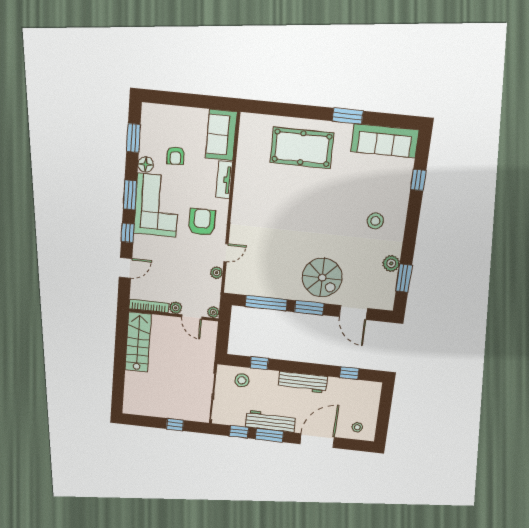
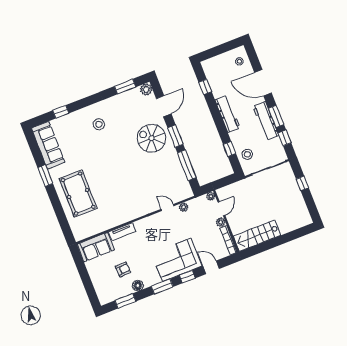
corner sofa: (157, 205) -> (177, 260), moved
armchair: (202, 222) -> (156, 233), removed
plant: (391, 263) -> (146, 89), moved
spiral stairs: (322, 277) -> (152, 138), turned -90

